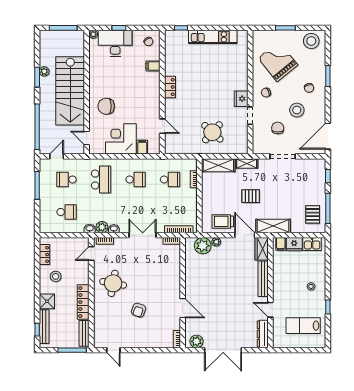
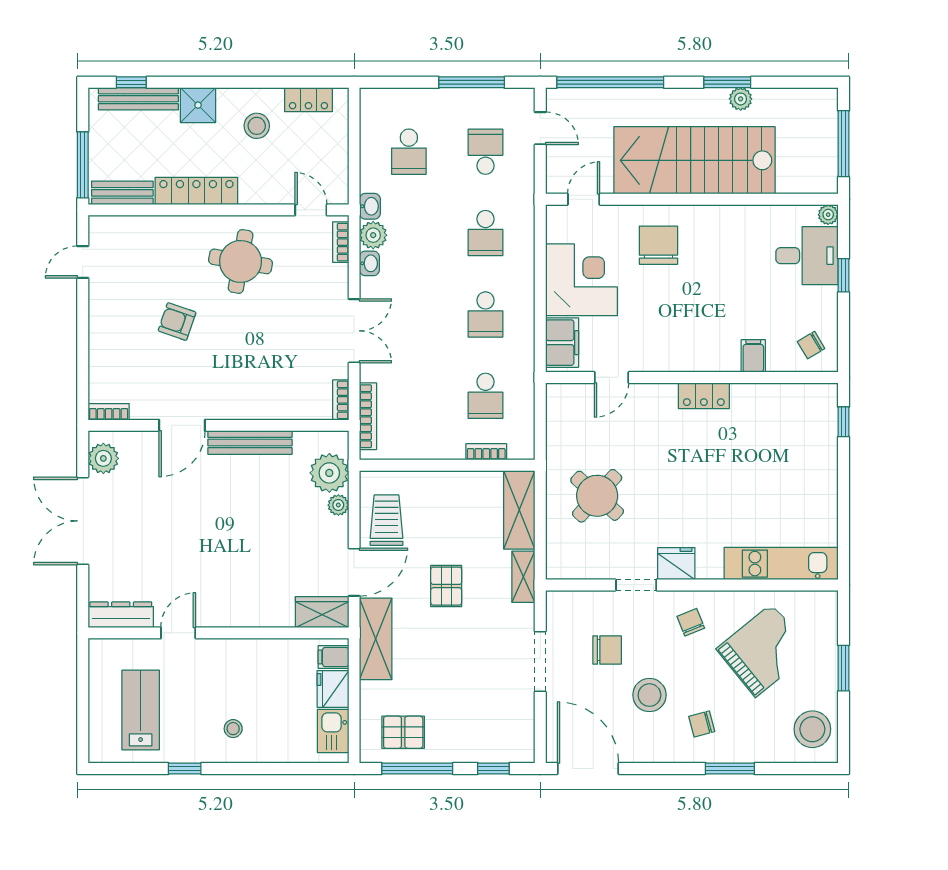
kitchen unit: (213, 37) -> (781, 564), moved, turned 90
desk: (115, 43) -> (807, 256), width x0.73
filing cabinet: (142, 147) -> (562, 343), width x2.00
school desk: (101, 180) -> (486, 233), width x0.54
bench: (263, 279) -> (250, 442), moved

